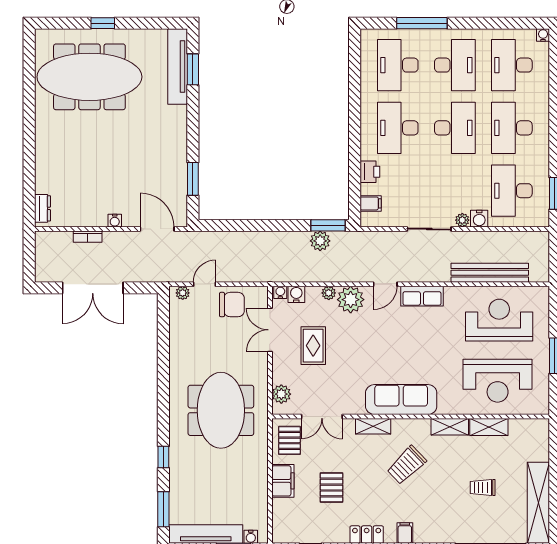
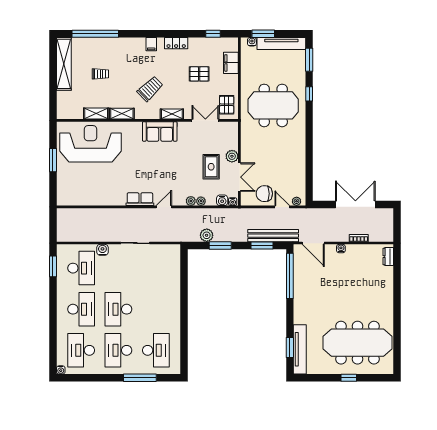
desk: (512, 65) -> (81, 350), turned 180
desk: (398, 128) -> (156, 309), removed
printer: (370, 172) -> (174, 280), removed
window: (193, 179) -> (290, 276), width x2.11
filing cabinet: (371, 203) -> (174, 260), removed
plant: (462, 220) -> (114, 249), removed
window: (235, 225) -> (262, 245), added
window: (328, 225) -> (220, 245), moved
bench: (490, 273) -> (273, 236), moved
door: (204, 284) -> (282, 207), swing flipped
plant: (351, 300) -> (191, 201), width x0.53, depth x0.53
reception desk: (499, 320) -> (89, 183), removed
reception desk: (498, 381) -> (90, 144), width x1.36, depth x1.30
plant: (281, 394) -> (232, 156), moved
sofa: (401, 400) -> (160, 131), width x0.73
meeting table: (221, 410) -> (273, 105), moved, turned 90
filing cabinet: (283, 481) -> (231, 63), moved
pallet: (331, 488) -> (199, 74), turned 90

